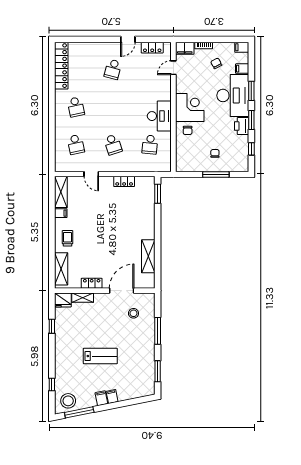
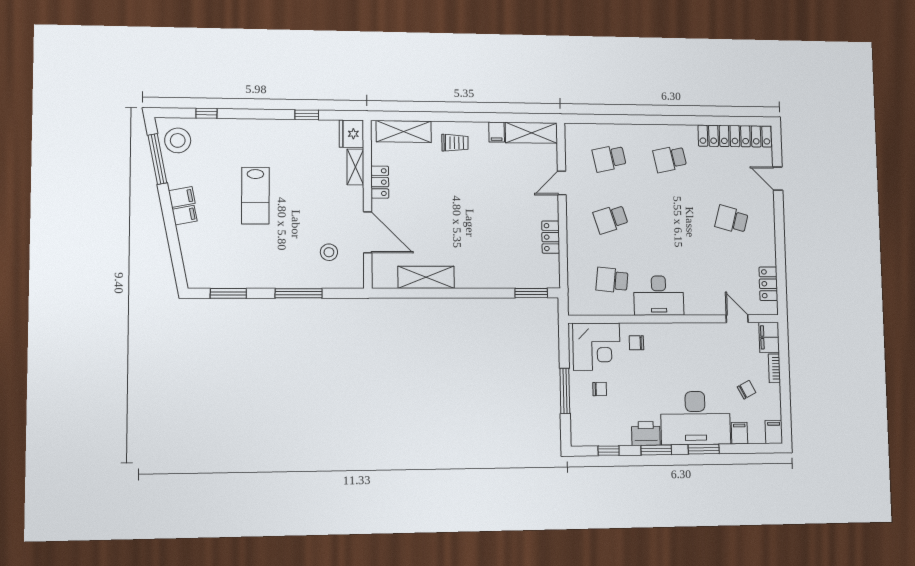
door: (128, 39) -> (778, 179), moved
corner desk: (190, 108) -> (596, 347), moved

